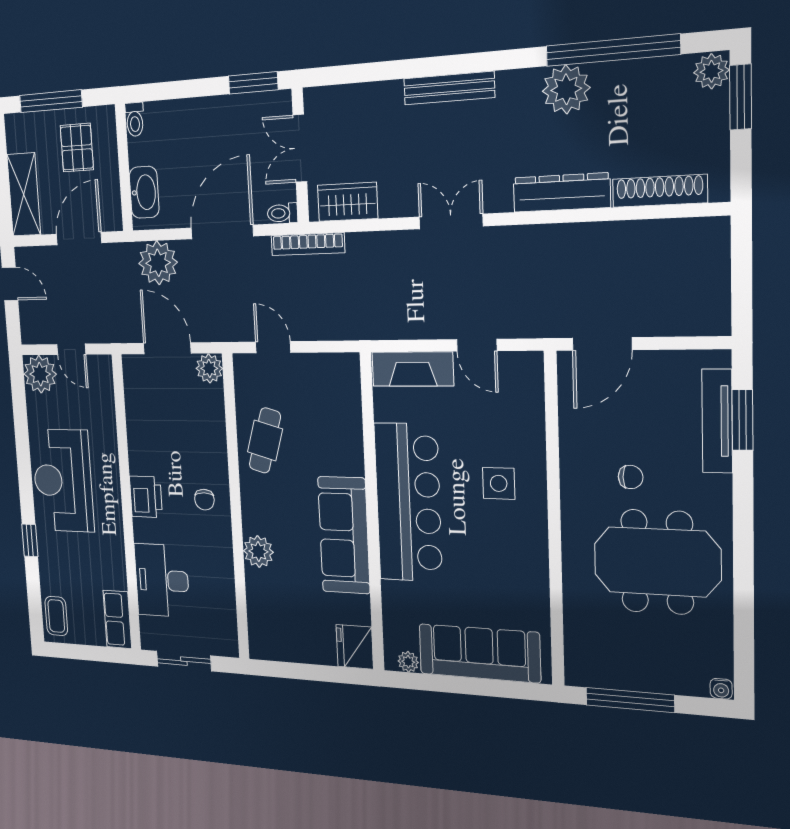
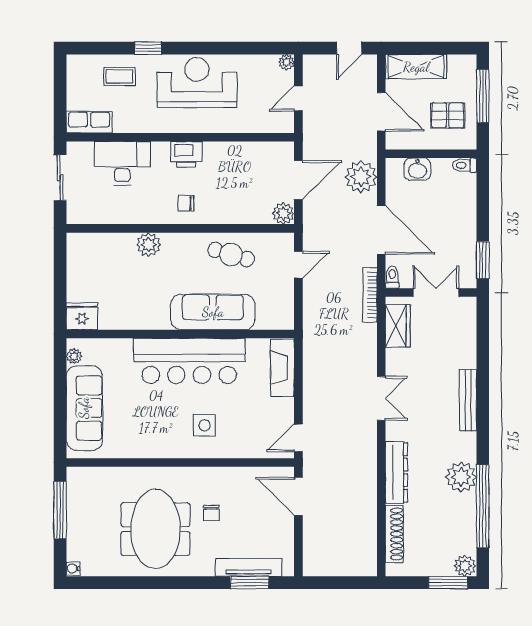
washbasin: (144, 192) -> (417, 169), width x0.72
door: (477, 345) -> (298, 438), moved
plant: (40, 374) -> (286, 62), width x0.53, depth x0.53
sofa: (344, 535) -> (213, 312), moved
coffee table: (56, 616) -> (119, 76), moved

